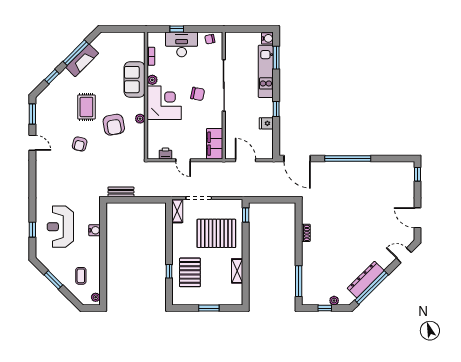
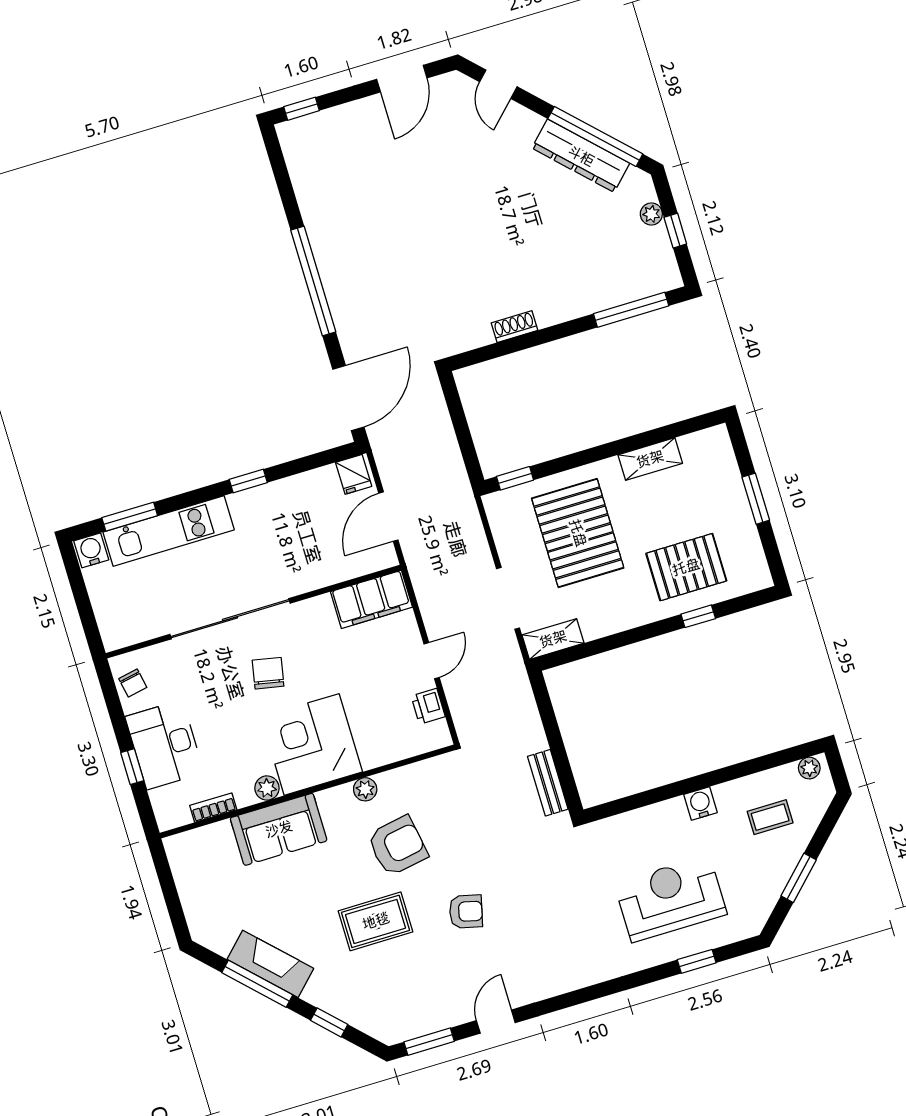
fridge: (266, 123) -> (354, 474), moved
reception desk: (60, 227) -> (671, 899), turned 180
water cooler: (95, 230) -> (701, 804), moved

